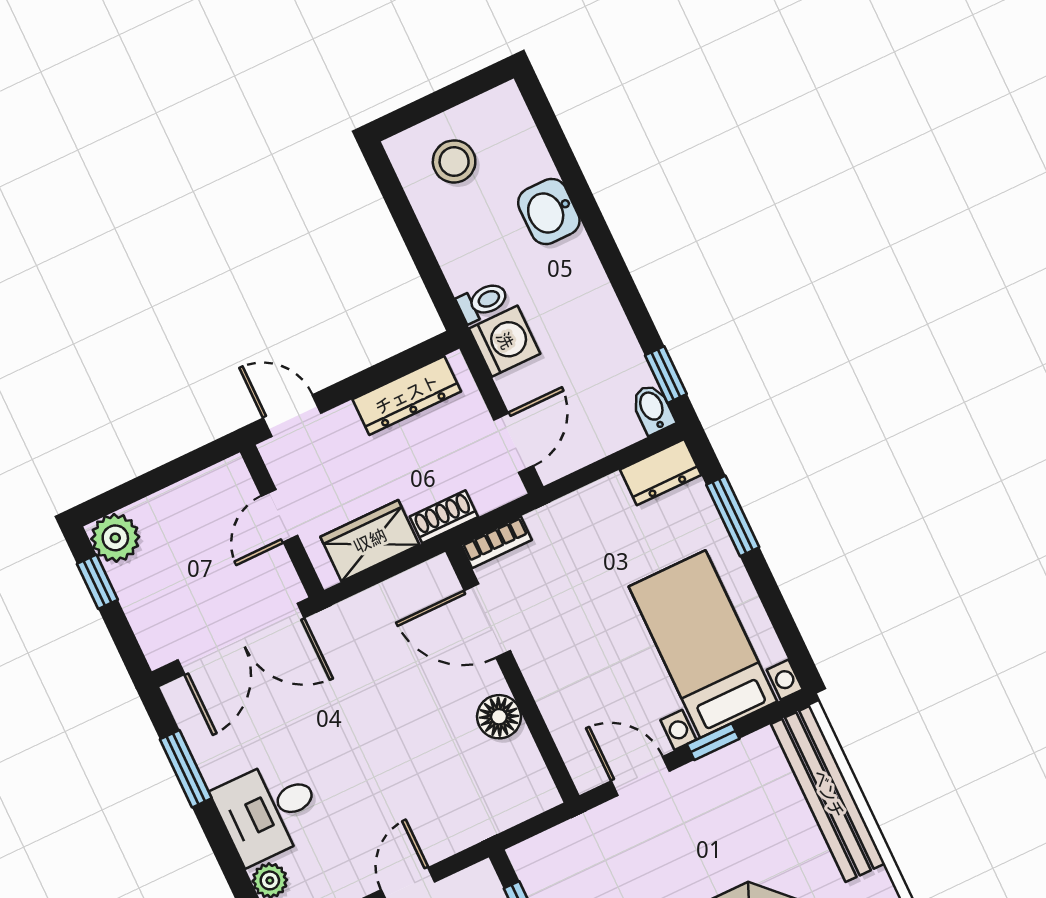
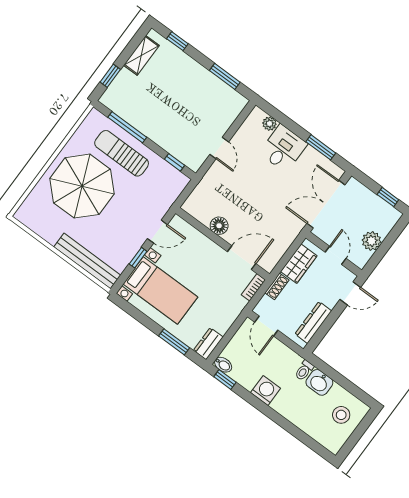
washbasin: (549, 211) -> (319, 382), moved, turned 180
washing machine: (505, 341) -> (266, 390), moved, turned 180
plant: (115, 538) -> (372, 241), moved

